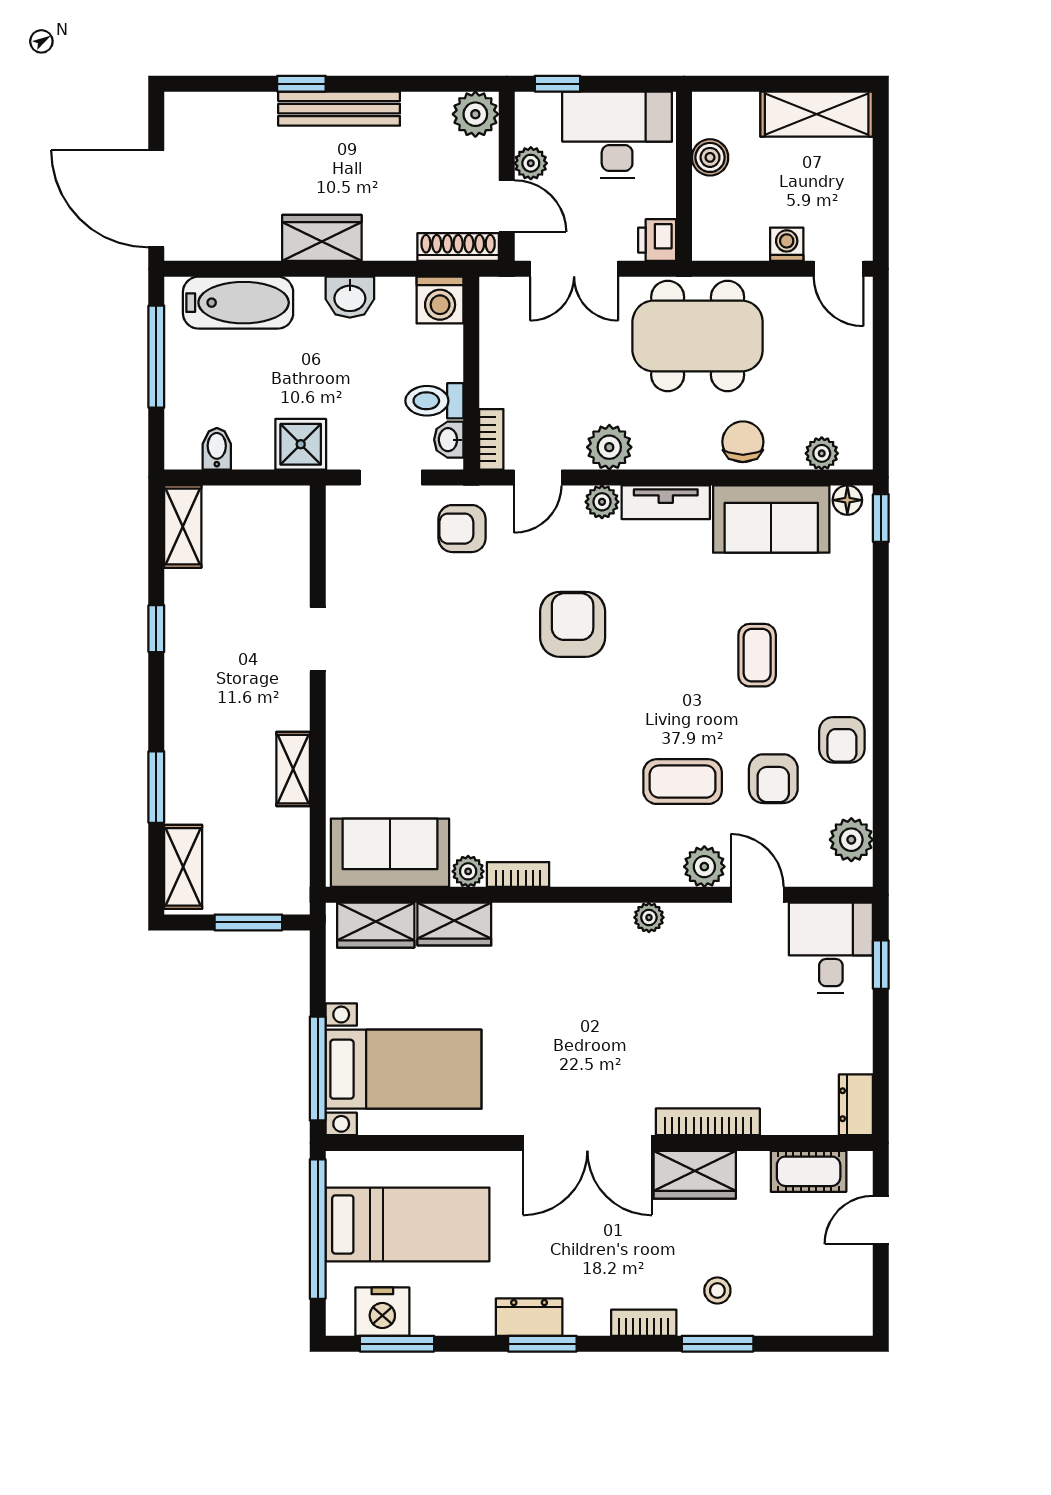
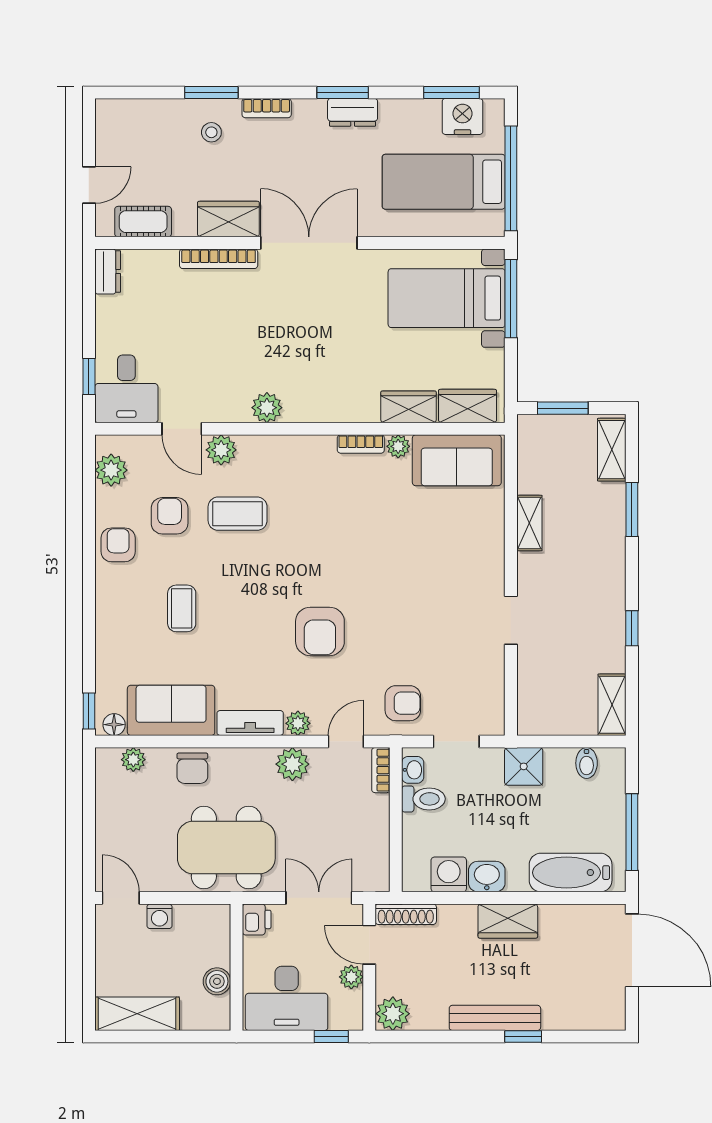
washing machine: (440, 300) -> (449, 874), moved
plant: (649, 917) -> (267, 408), width x1.38, depth x1.38

